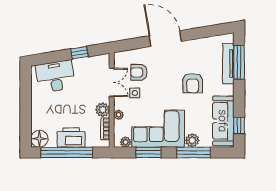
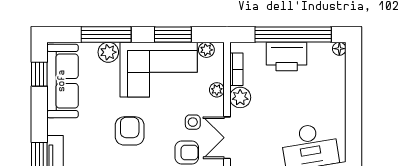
armchair: (193, 83) -> (130, 131), moved
floor lamp: (39, 139) -> (339, 49), width x0.53, depth x0.53

